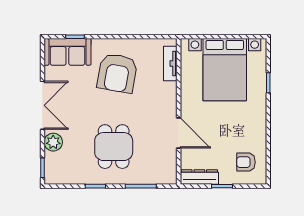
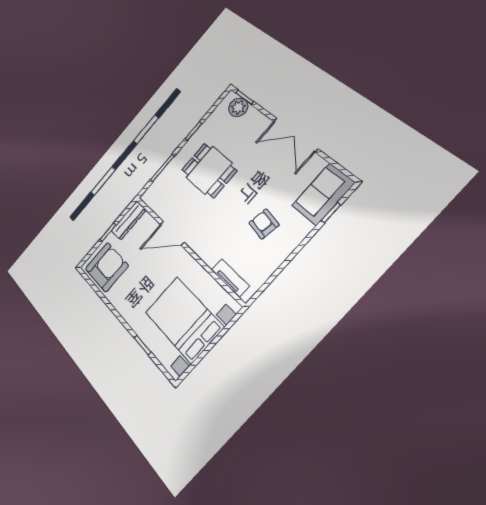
armchair: (117, 73) -> (264, 224), width x0.53, depth x0.53
plant: (53, 142) -> (238, 107), moved
armchair: (246, 162) -> (107, 267), width x1.88, depth x1.88

